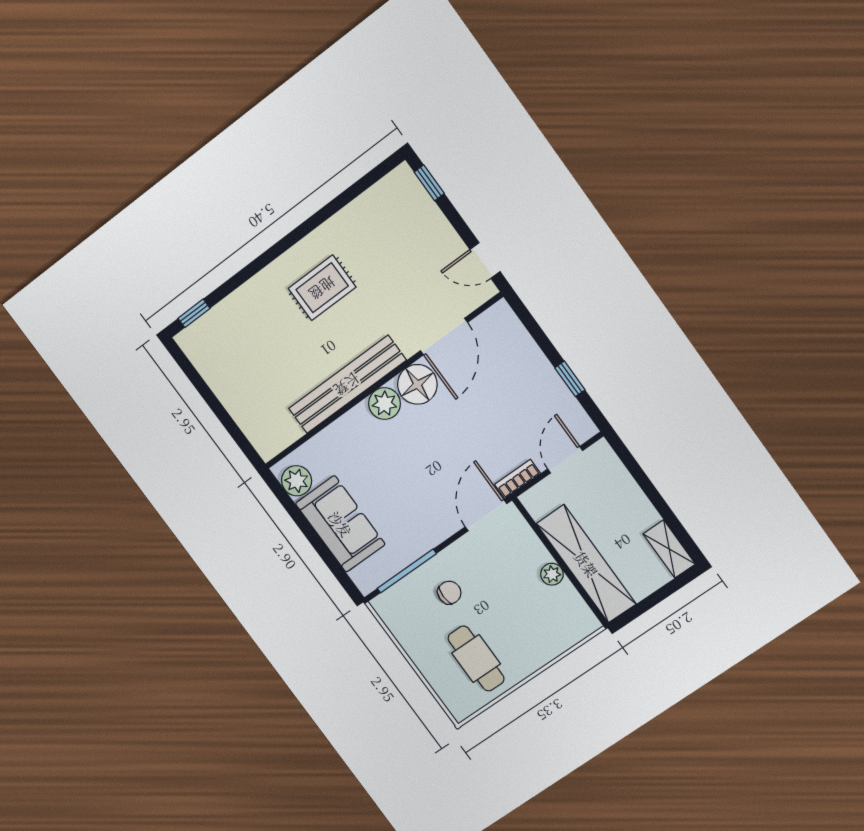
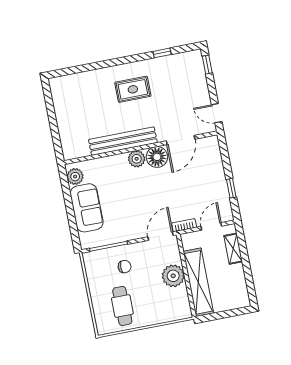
window: (194, 313) -> (162, 53), moved
shelving: (669, 549) -> (233, 249), moved
plant: (552, 574) -> (173, 276), width x1.88, depth x1.88

